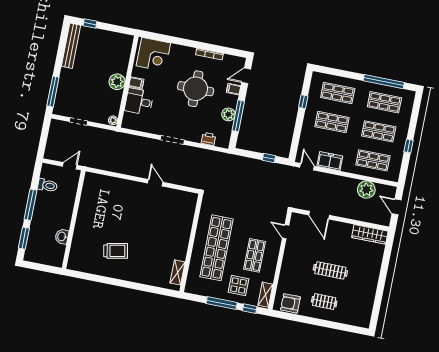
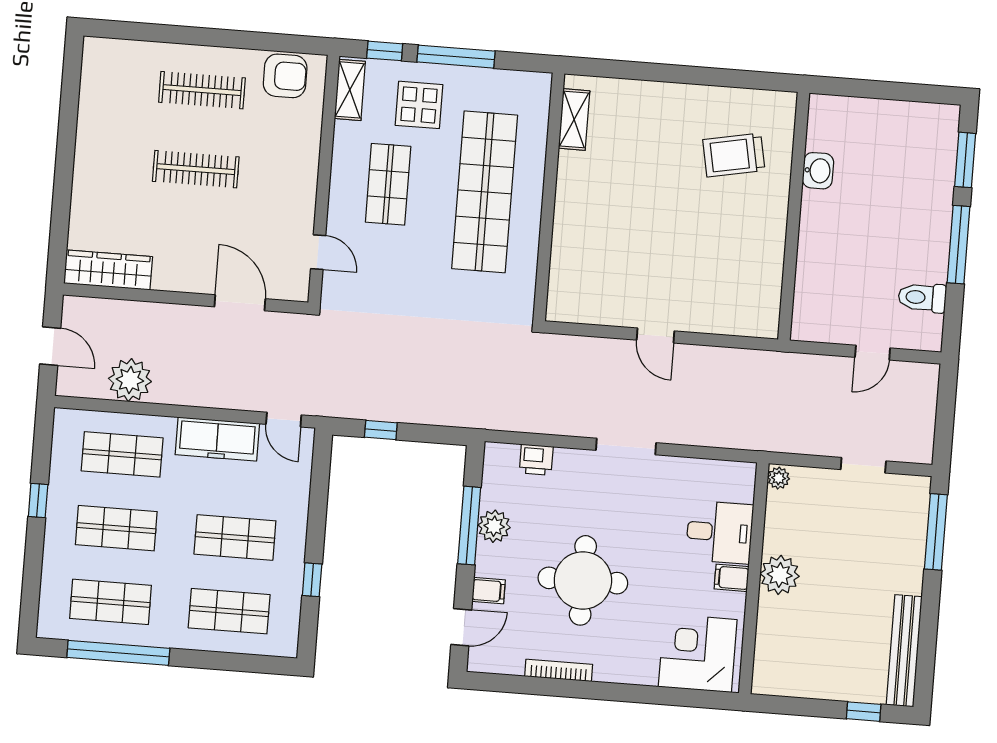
freezer: (330, 161) -> (217, 439), width x1.40
wall: (74, 220) -> (794, 216), moved
washbasin: (62, 237) -> (818, 171), moved
clothes rail: (324, 302) -> (202, 90), width x1.36

